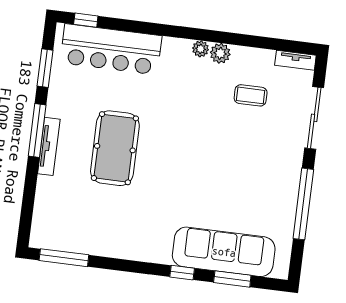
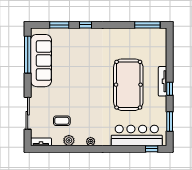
plant: (220, 53) -> (69, 140), moved
window: (37, 130) -> (170, 89), width x0.46
pool table: (115, 148) -> (128, 85), width x1.36, depth x1.32
window: (303, 204) -> (28, 55), moved
sofa: (224, 252) -> (41, 61), moved, turned -90

